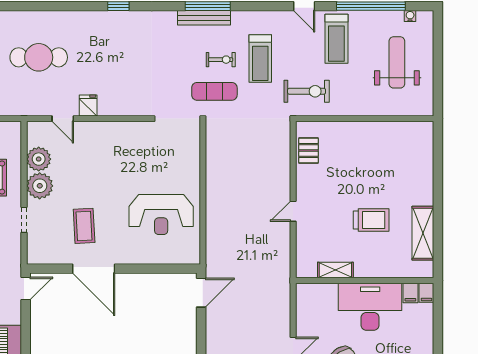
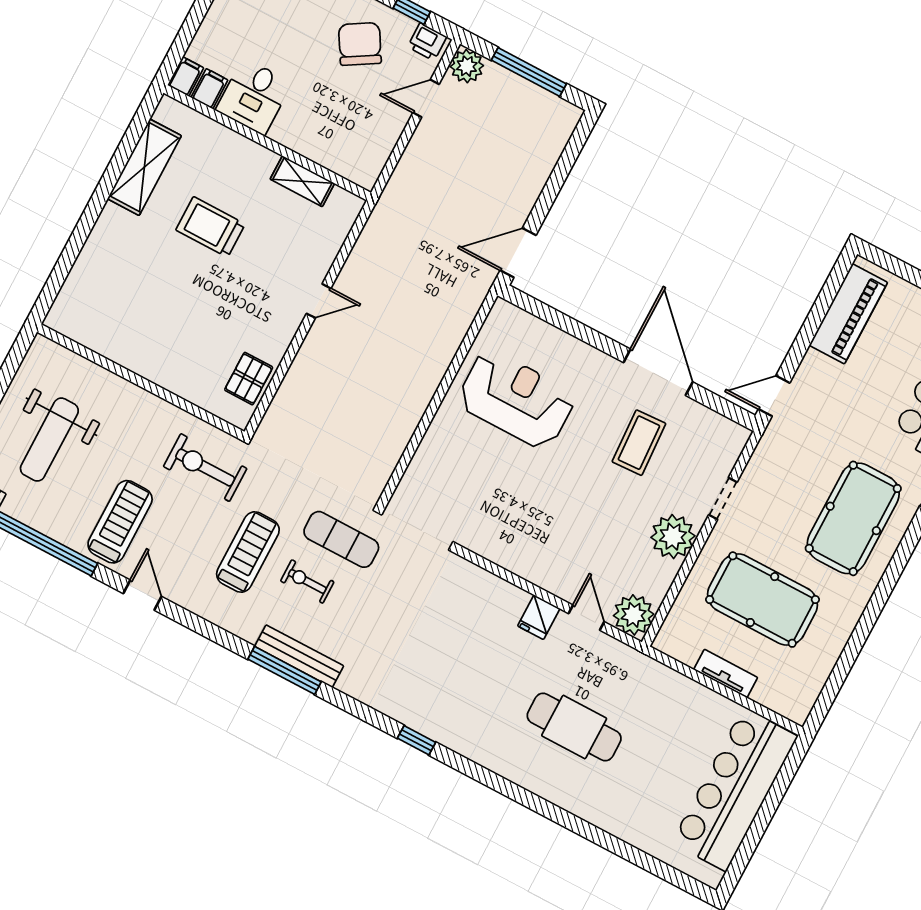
plant: (39, 159) -> (634, 615), moved
desk: (370, 307) -> (254, 96), width x0.53, depth x0.77

